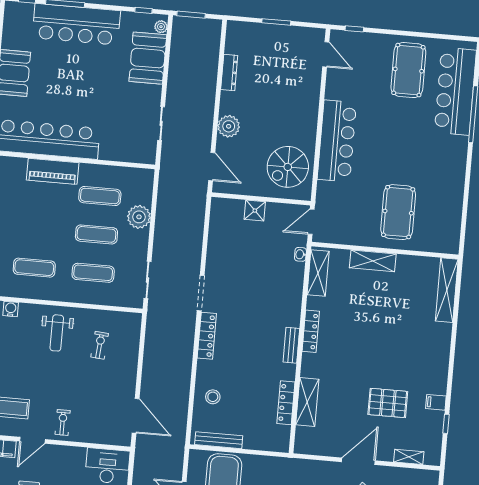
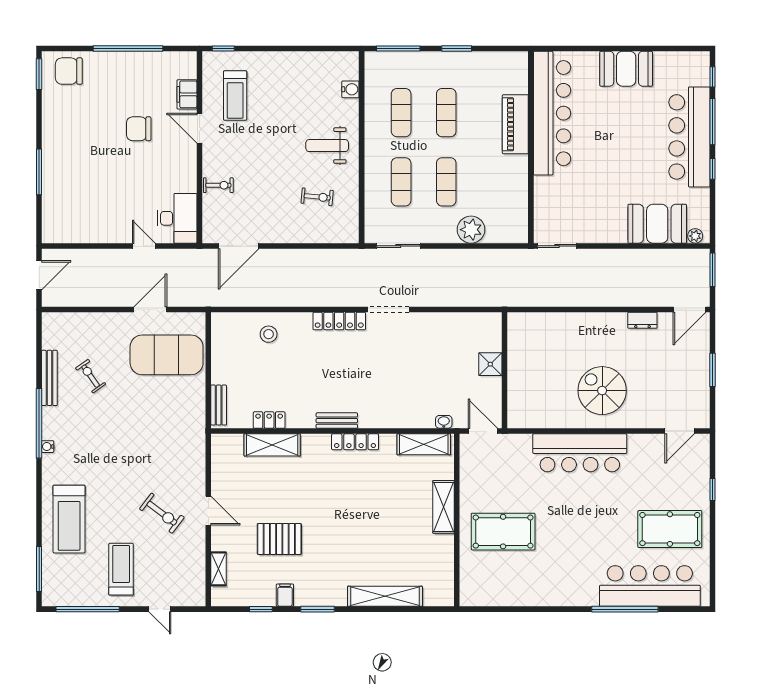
window: (144, 10) -> (712, 169), moved
window: (354, 29) -> (712, 490), moved
dresser: (229, 72) -> (642, 320), width x0.70
sliding door: (161, 123) -> (557, 246), moved
plant: (229, 126) -> (586, 325), removed
door: (212, 167) -> (690, 309), moved
spiral stairs: (288, 167) -> (602, 391), moved
exercise mat: (100, 196) -> (446, 113), moved
shelving: (447, 290) -> (385, 596), moved
window: (450, 376) -> (317, 609), added
locker: (286, 403) -> (269, 420), width x0.66
pallet: (388, 403) -> (279, 539), turned 90
exercise bike: (63, 422) -> (218, 185), moved
bench: (219, 440) -> (219, 405), moved, width x0.73
door: (358, 461) -> (208, 511), width x0.73

